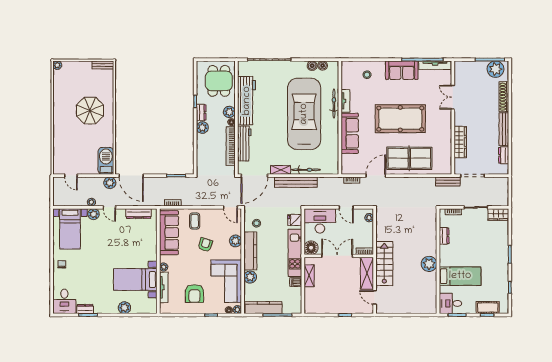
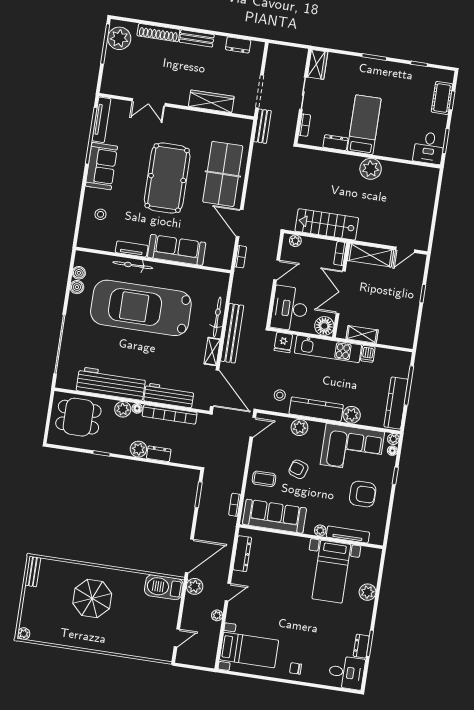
dresser: (201, 112) -> (159, 454), moved
bench: (504, 129) -> (197, 38), width x0.73
plant: (94, 214) -> (234, 615), removed
stairs: (384, 264) -> (327, 224), moved
bed: (460, 276) -> (364, 125), moved

